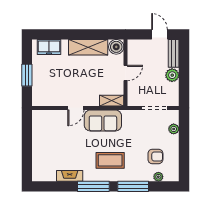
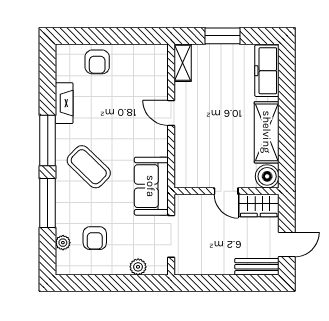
freezer: (49, 47) -> (267, 71), width x1.40
wardrobe: (135, 52) -> (259, 205), added
plant: (172, 75) -> (223, 264), removed
shelving: (112, 101) -> (183, 63), moved
sofa: (103, 120) -> (151, 186), moved
armchair: (43, 155) -> (97, 62), added
coffee table: (110, 160) -> (89, 167), turned -46

